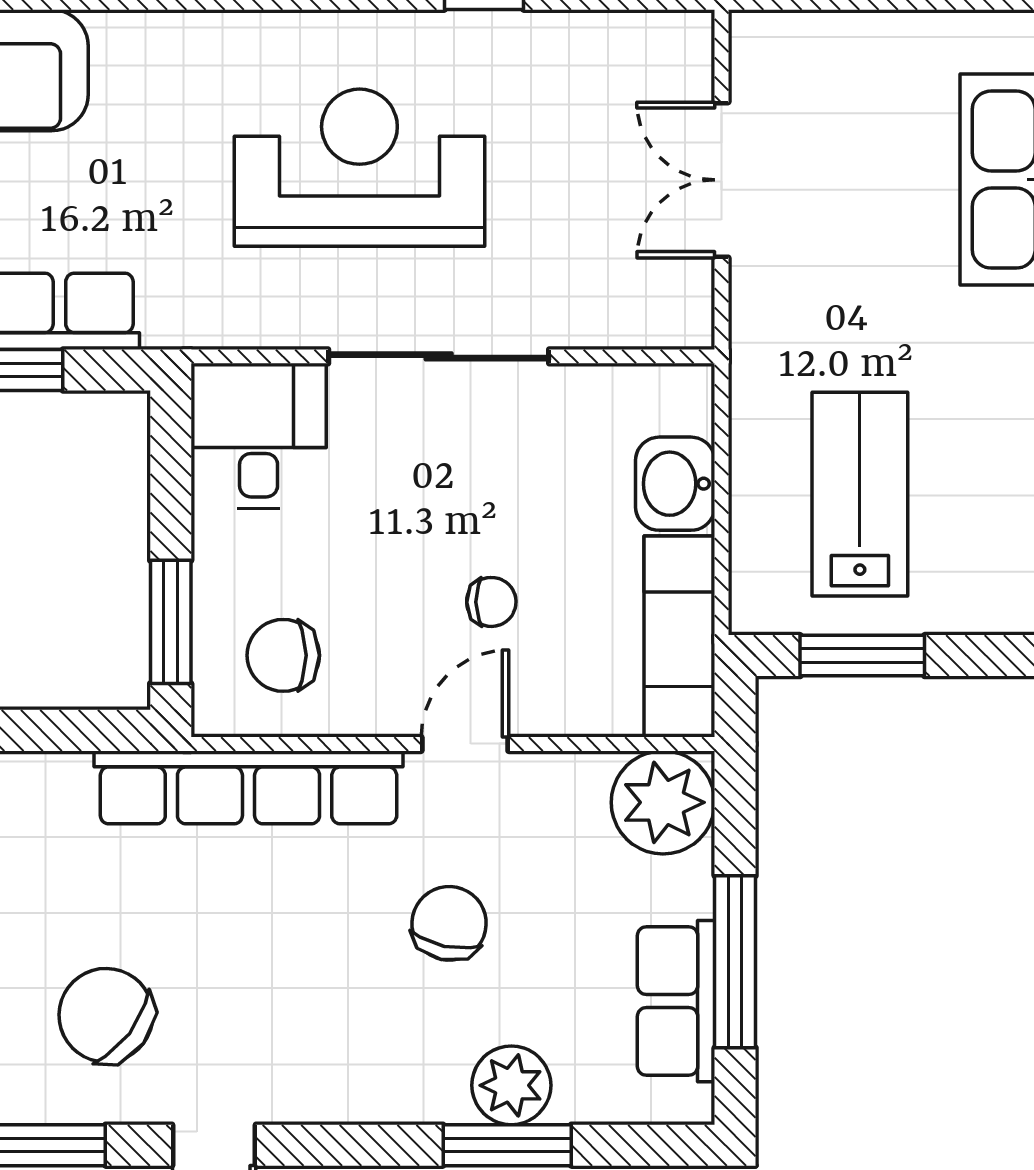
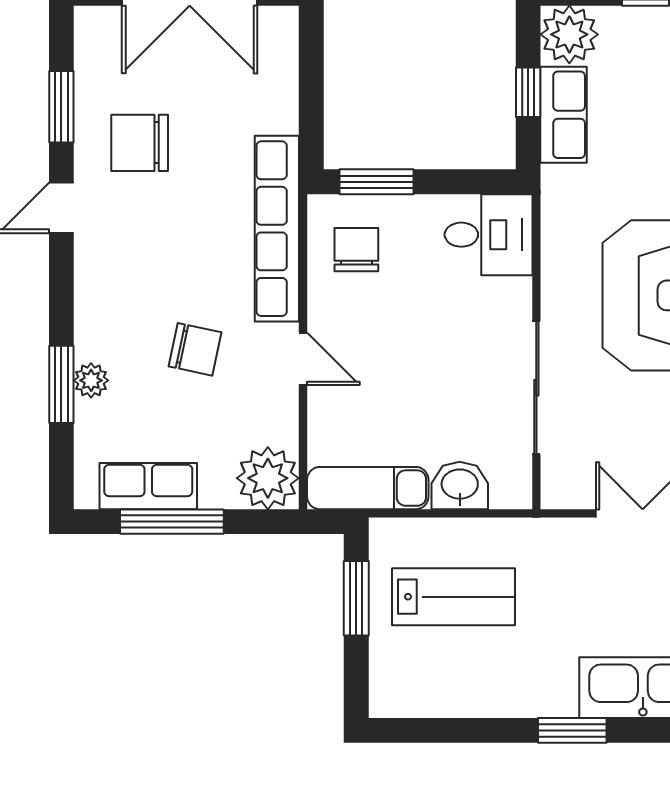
sliding door: (439, 356) -> (536, 388), moved
chair: (491, 602) -> (389, 375), removed
chair: (106, 1015) -> (140, 143), turned -127
plant: (511, 1085) -> (91, 380), width x0.73, depth x0.73

